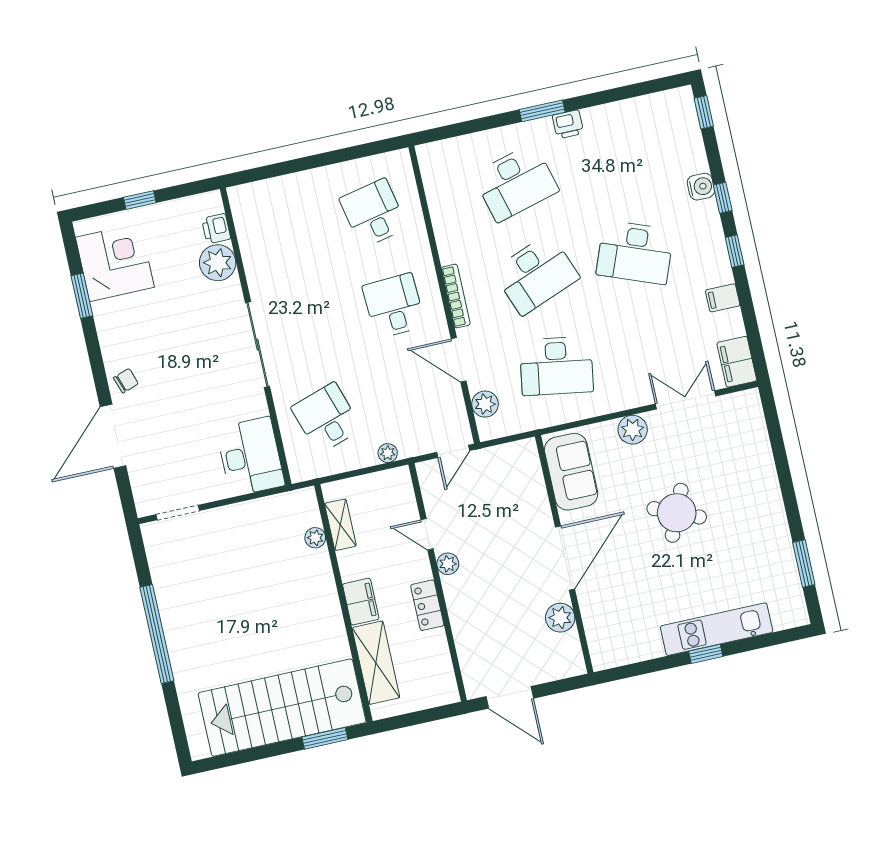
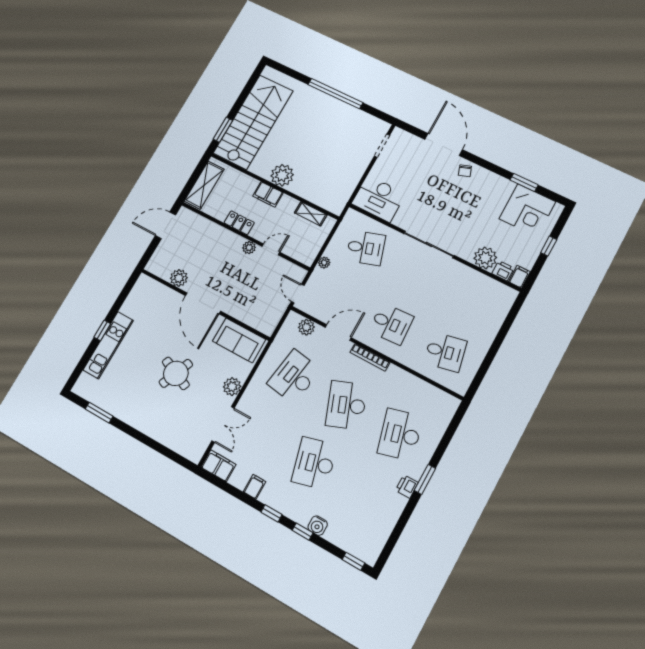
filing cabinet: (207, 203) -> (519, 277), added
desk: (635, 252) -> (314, 463), turned -36
plant: (315, 538) -> (282, 175), moved, width x1.87, depth x1.87
shelving: (376, 663) -> (204, 185), moved, turned 90

